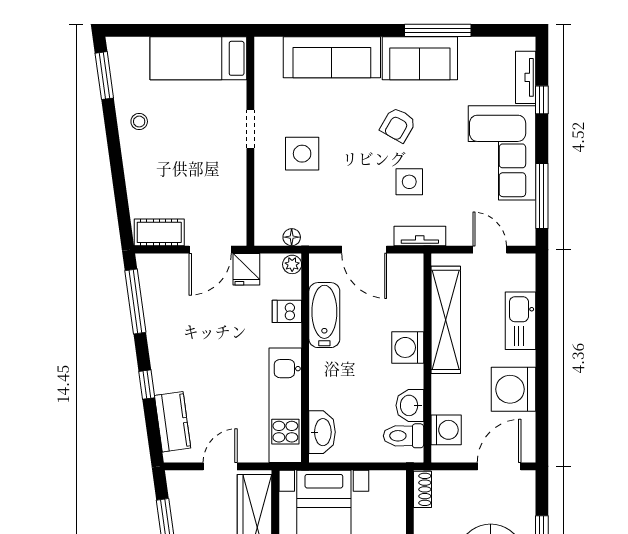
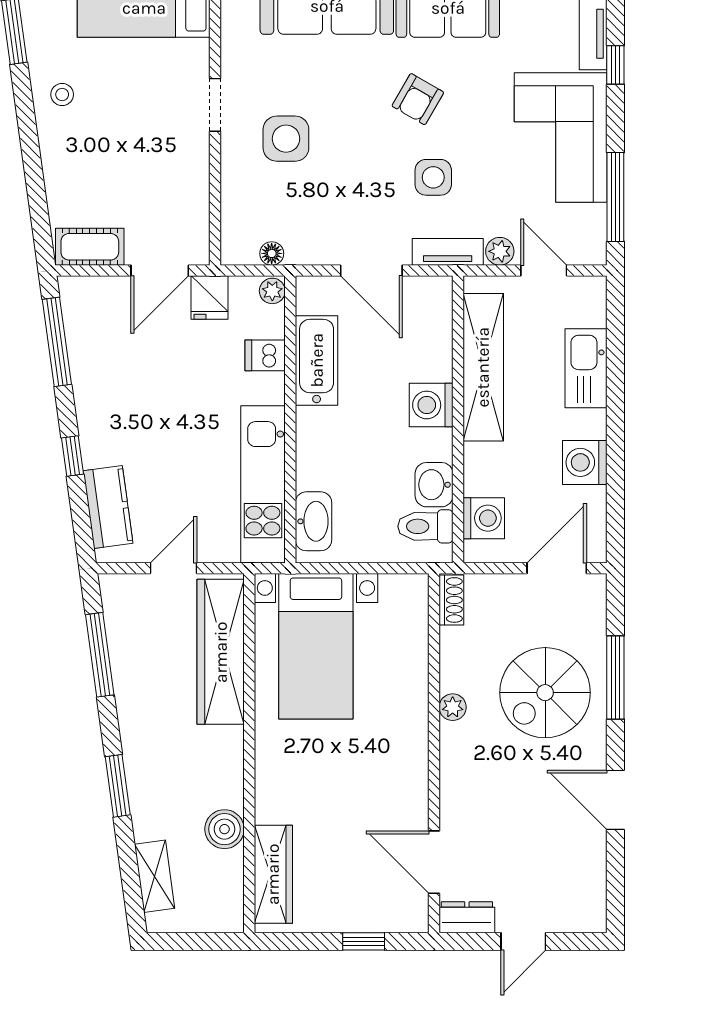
plant: (458, 236) -> (500, 251), added
washing machine: (514, 389) -> (585, 462), width x0.73, depth x0.73

